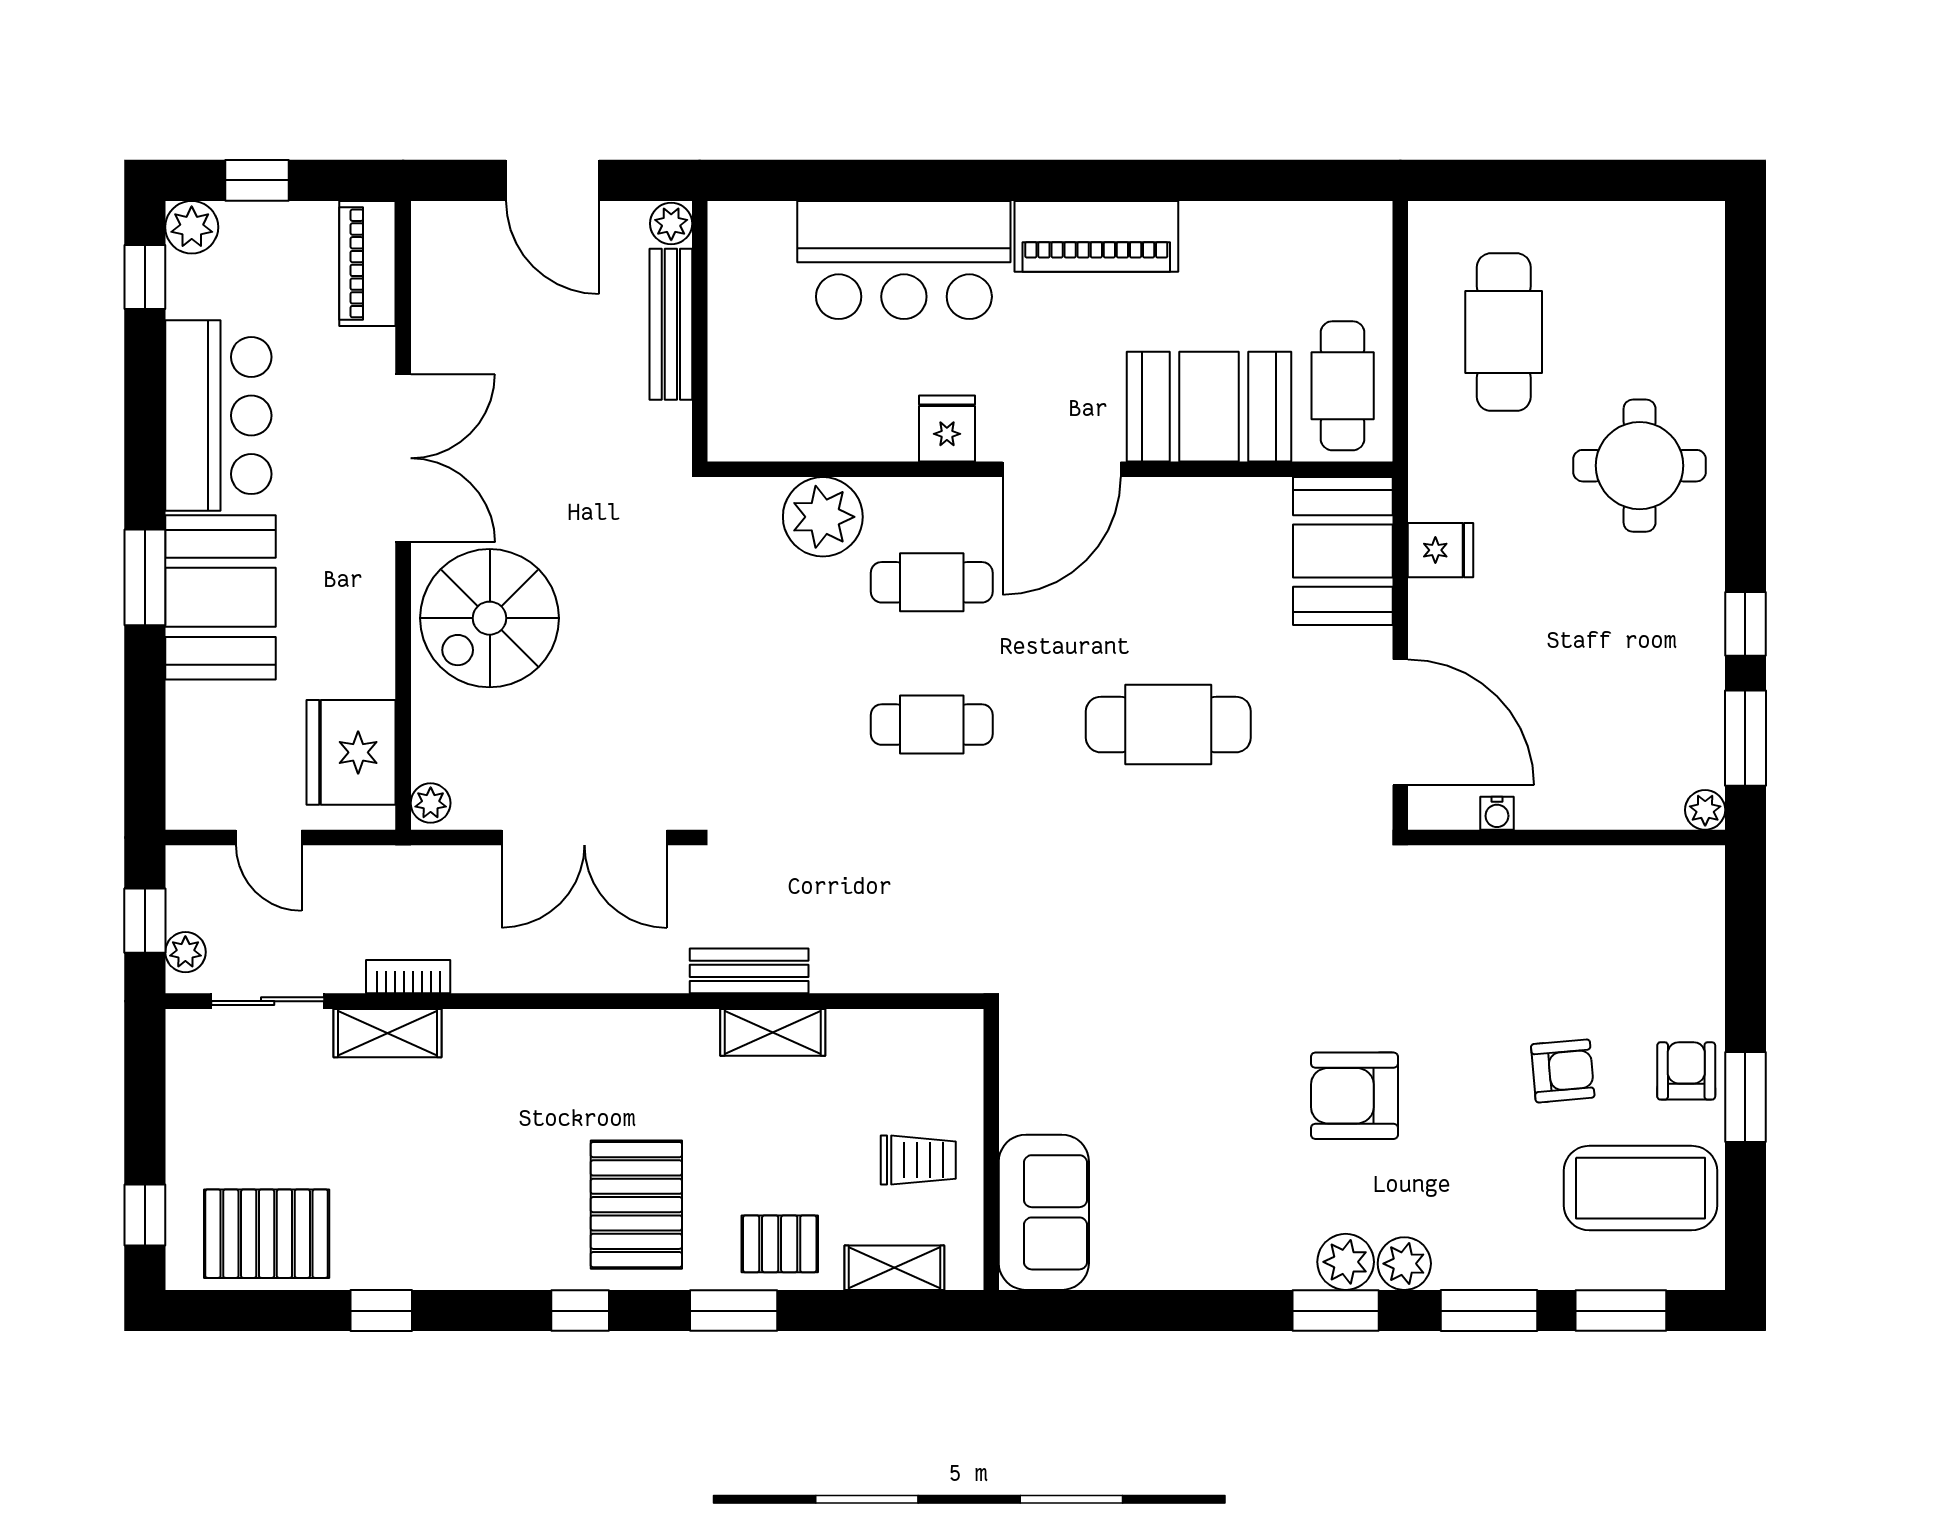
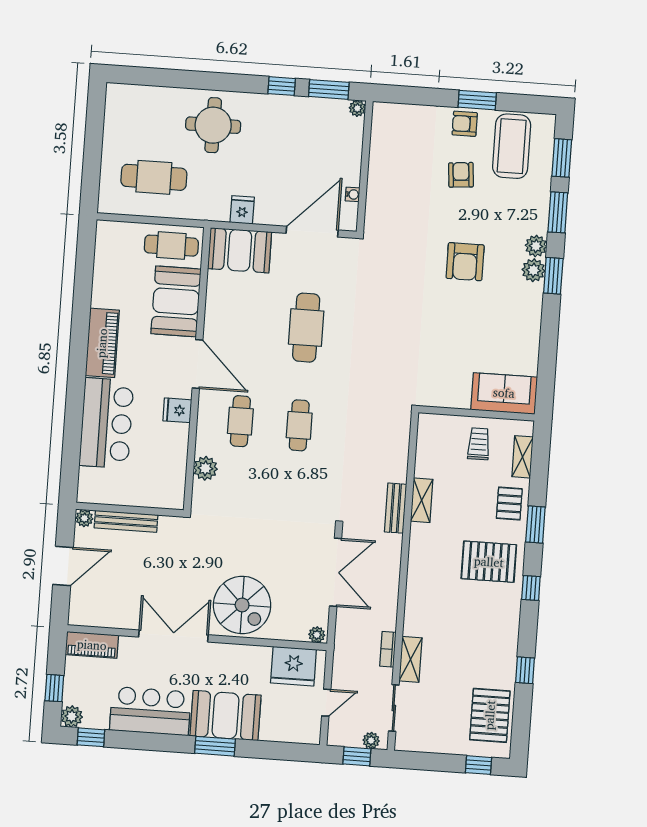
plant: (823, 517) -> (205, 468), width x0.73, depth x0.73

